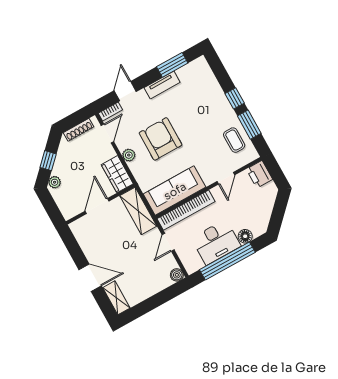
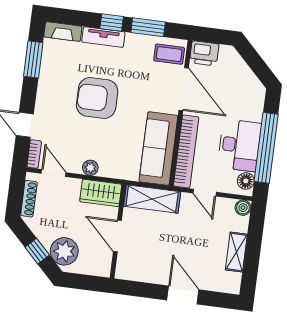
fireplace: (205, 71) -> (63, 32), added
tv unit: (162, 85) -> (103, 37), moved, turned 90
armchair: (160, 139) -> (97, 98), moved
coffee table: (234, 140) -> (169, 54), moved
door: (226, 178) -> (184, 89), width x1.88
plant: (55, 182) -> (64, 251), width x1.87, depth x1.87
floor lamp: (245, 236) -> (246, 181), moved
door: (90, 278) -> (183, 295), hinge flipped
shelving: (116, 298) -> (236, 252), moved, turned 90

